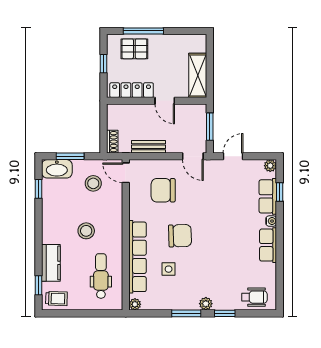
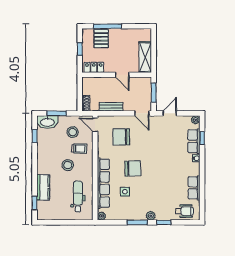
pallet: (134, 49) -> (101, 39), turned 90
locker: (132, 90) -> (94, 67), width x0.66
row of seats: (268, 245) -> (194, 188), moved
trolley: (56, 299) -> (79, 149), moved

